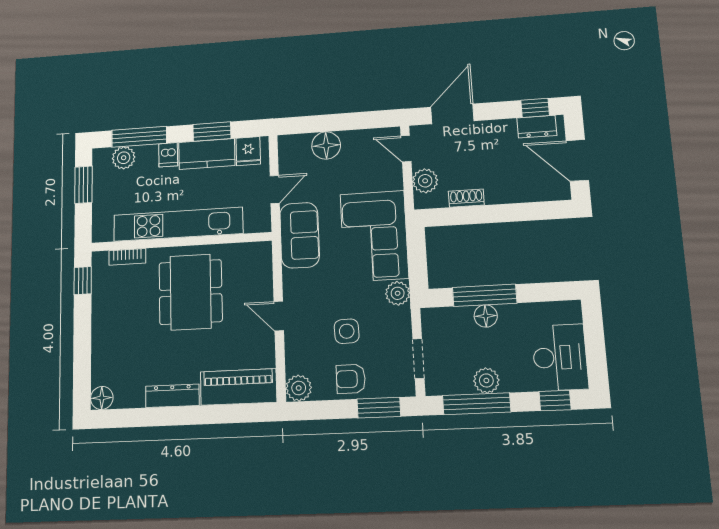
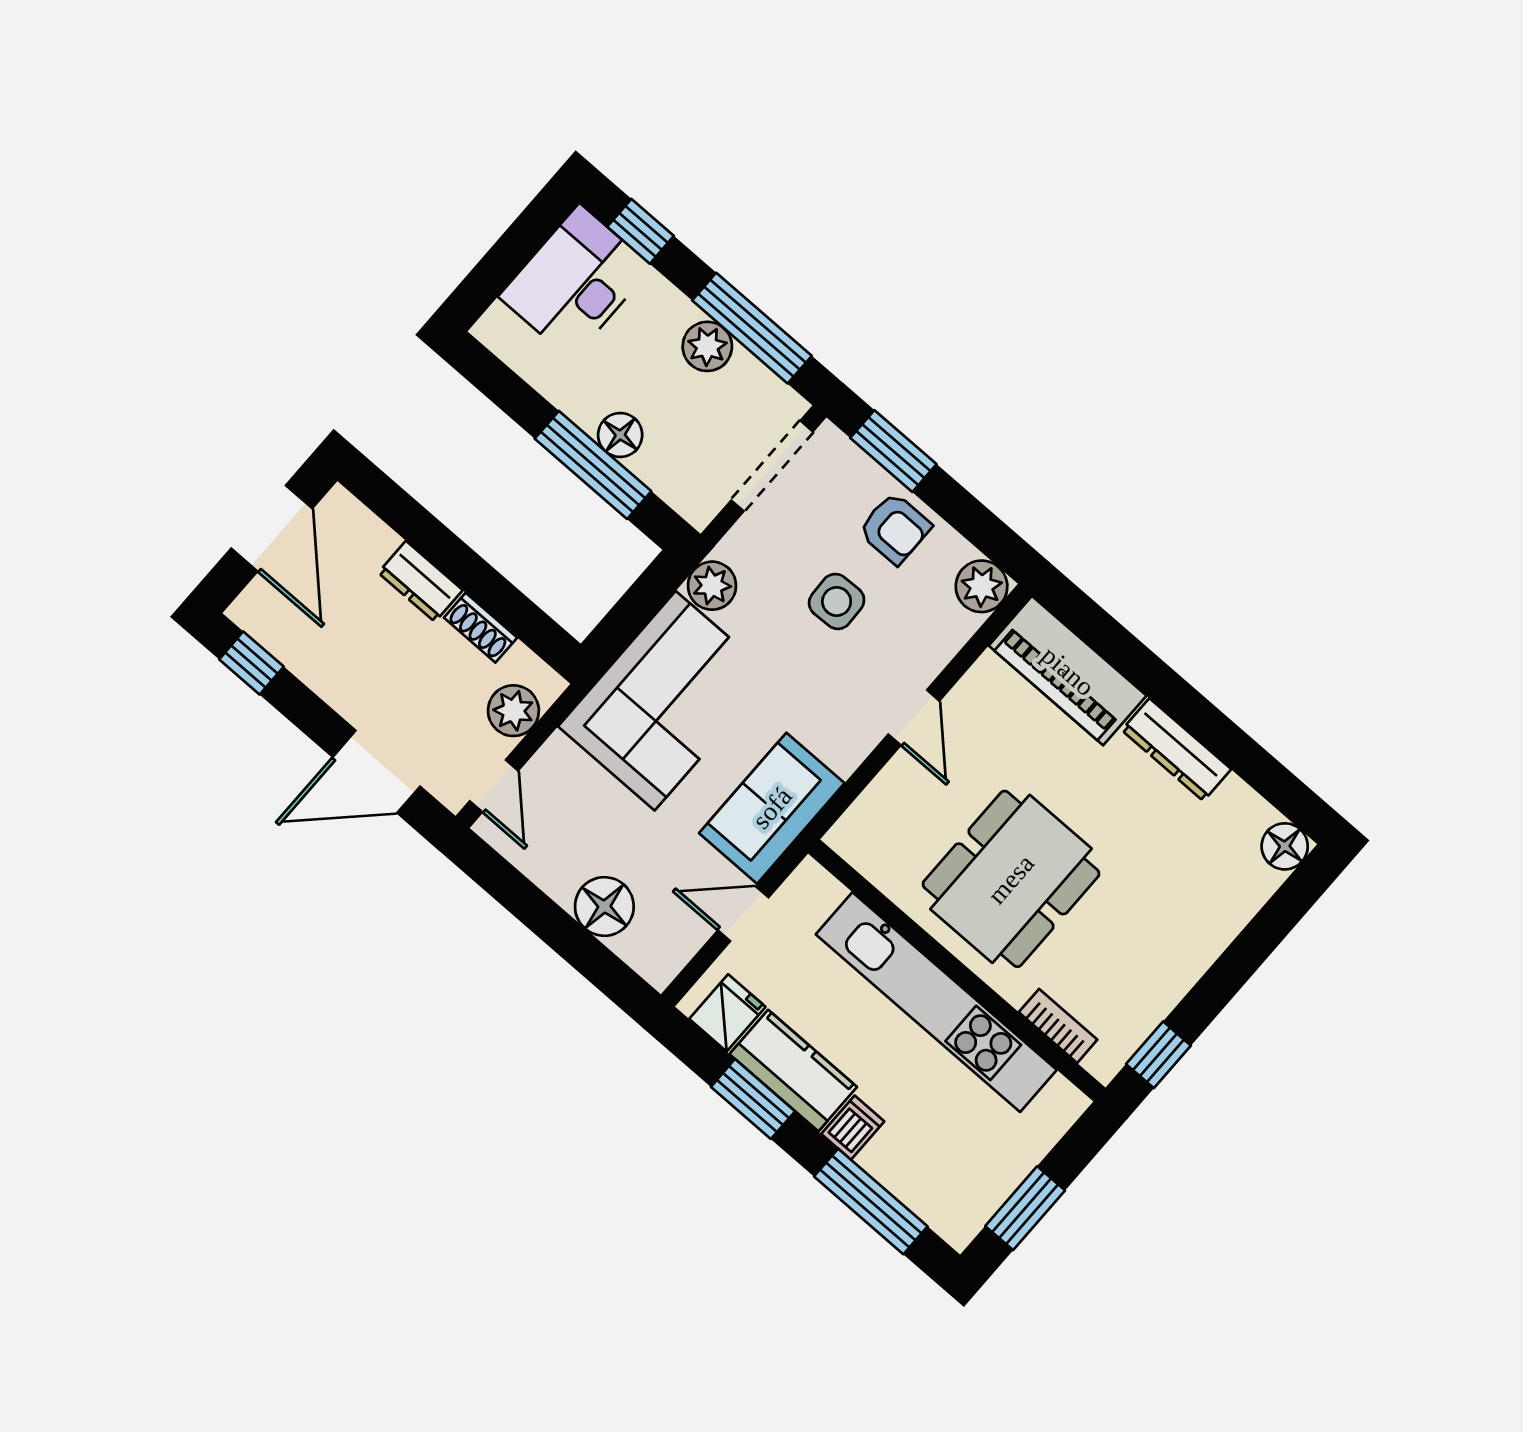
dresser: (537, 127) -> (420, 581), moved, turned 180
plant: (124, 158) -> (925, 1191), removed
doorway: (418, 359) -> (772, 466), width x1.38

